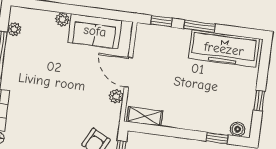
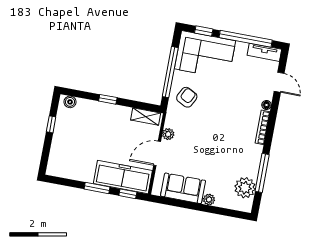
plant: (14, 29) -> (245, 188), width x1.88, depth x1.88
freezer: (224, 49) -> (123, 177), moved
door: (128, 72) -> (157, 153), swing flipped
window: (217, 138) -> (108, 99), moved

